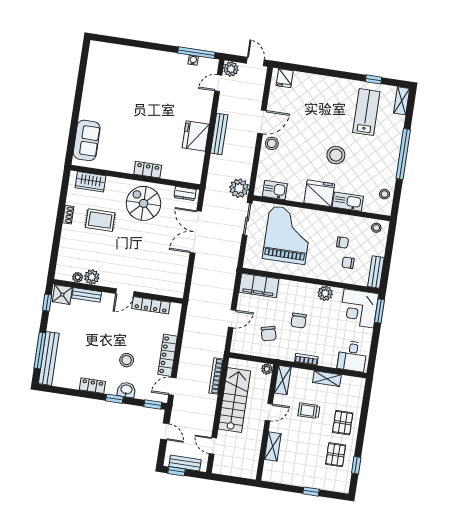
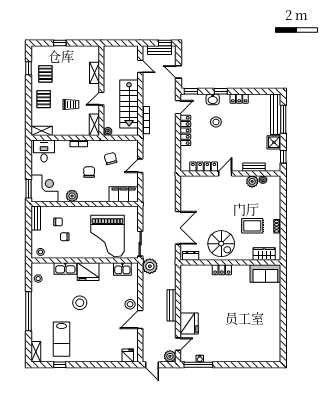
fridge: (196, 136) -> (189, 323), moved
sofa: (87, 140) -> (265, 274), moved, turned -90
shower: (62, 295) -> (274, 142), moved
shelving: (327, 379) -> (42, 131), moved

